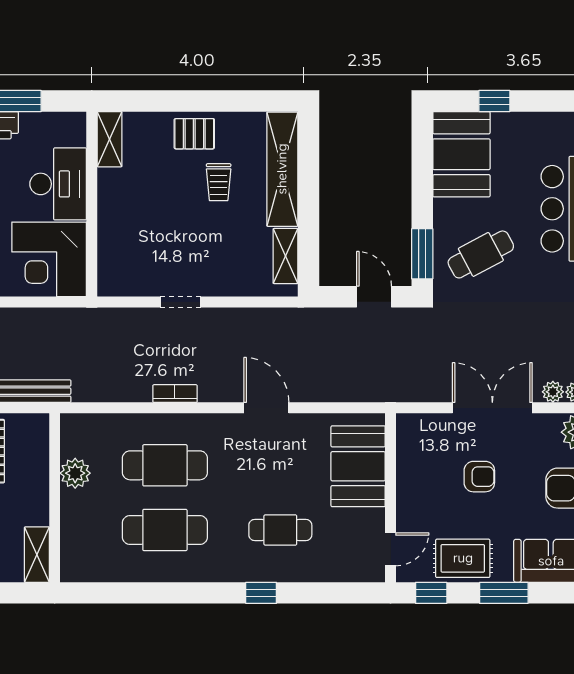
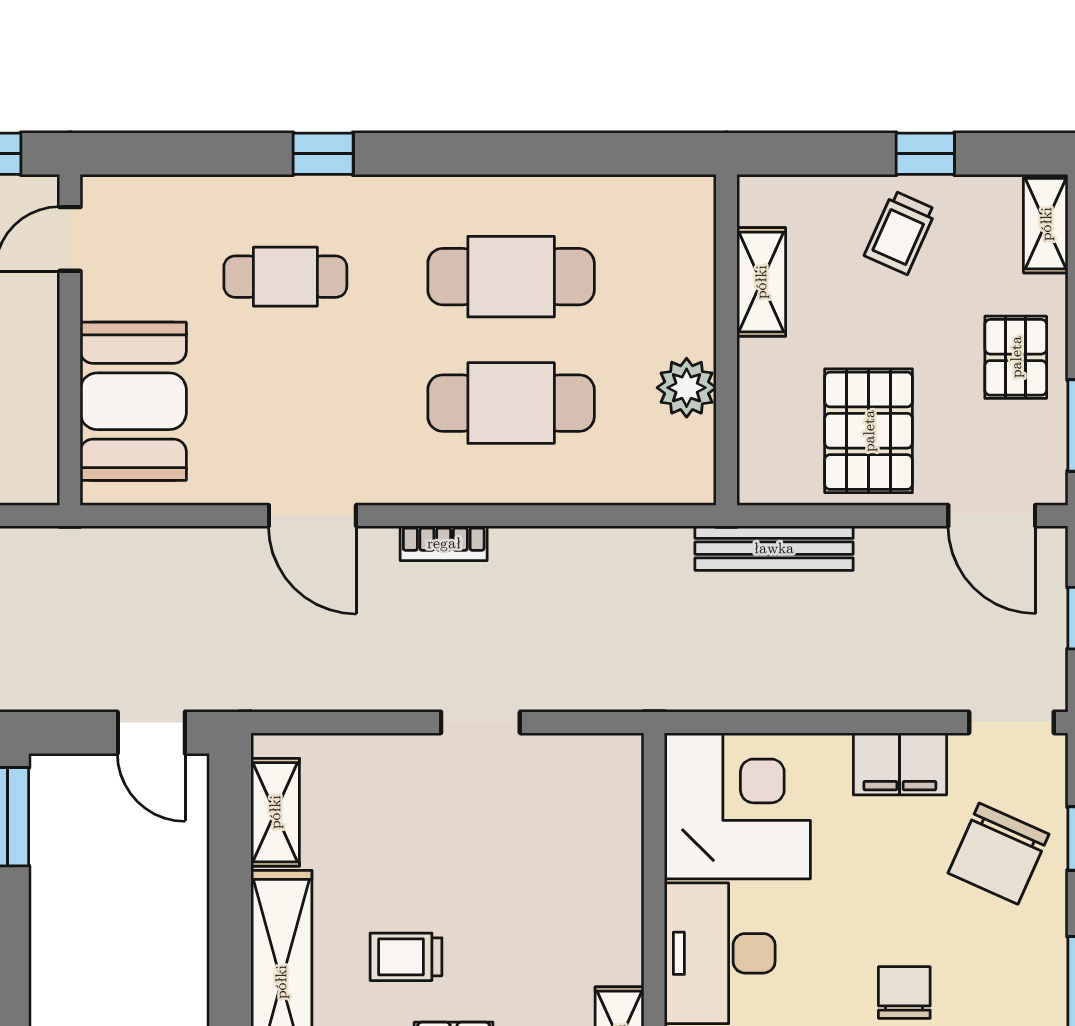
trolley: (219, 182) -> (406, 957), turned -90
door: (374, 297) -> (151, 733), moved
bookcase: (175, 394) -> (444, 543), moved
shelving: (37, 555) -> (761, 282), moved

